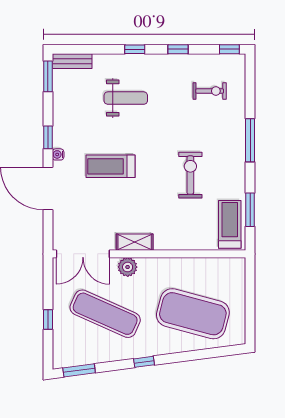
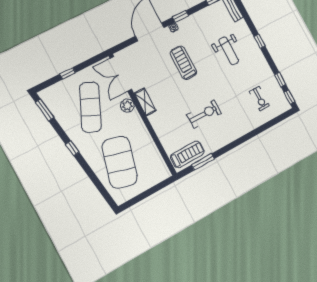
window: (178, 49) -> (280, 80), moved
window: (250, 140) -> (244, 139), removed

